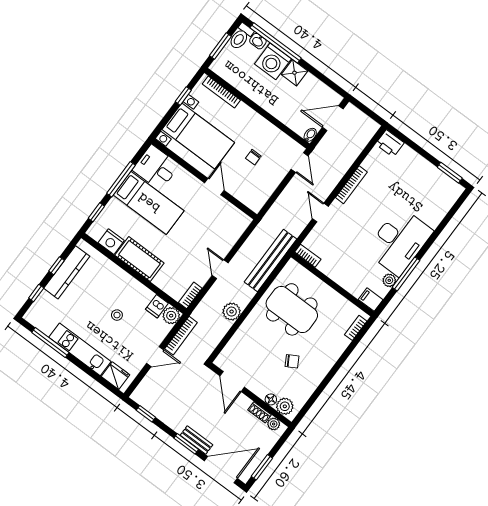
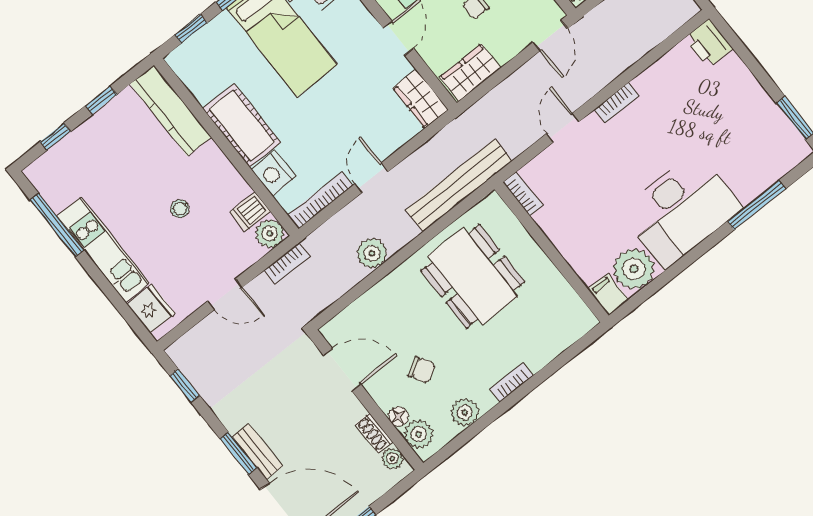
bookcase: (351, 185) -> (617, 103), width x0.64
wardrobe: (260, 195) -> (470, 73), added
wardrobe: (236, 218) -> (420, 99), added
nightstand: (111, 242) -> (273, 173), moved
kitchen counter: (67, 272) -> (171, 110), moved, turned 90
window: (406, 274) -> (757, 205), moved
plant: (389, 280) -> (634, 269), width x1.88, depth x1.88
bookcase: (190, 295) -> (320, 201), width x1.56
bookcase: (356, 328) -> (512, 382), moved
bookcase: (181, 336) -> (287, 263), width x0.64
chair: (292, 361) -> (422, 370), moved
door: (232, 381) -> (342, 370), swing flipped
plant: (307, 387) -> (465, 412), added

